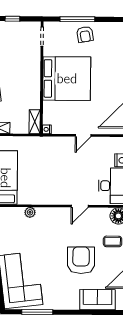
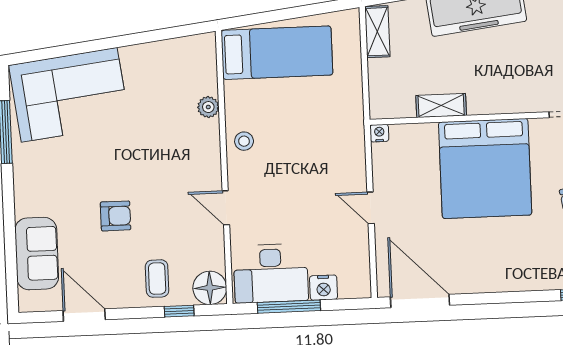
shelving: (35, 122) -> (441, 105), moved
stool: (48, 196) -> (244, 141), added
armchair: (81, 260) -> (116, 216), width x0.53, depth x0.53

